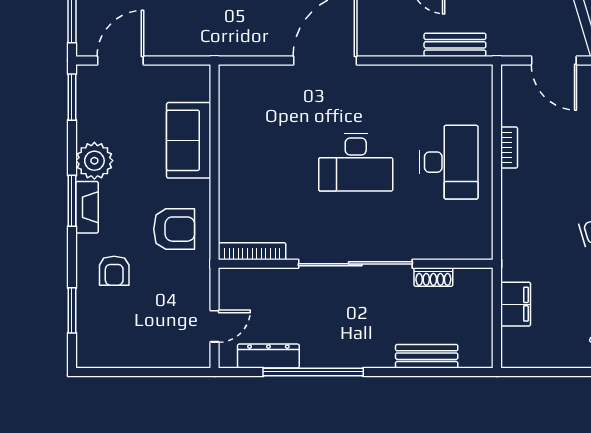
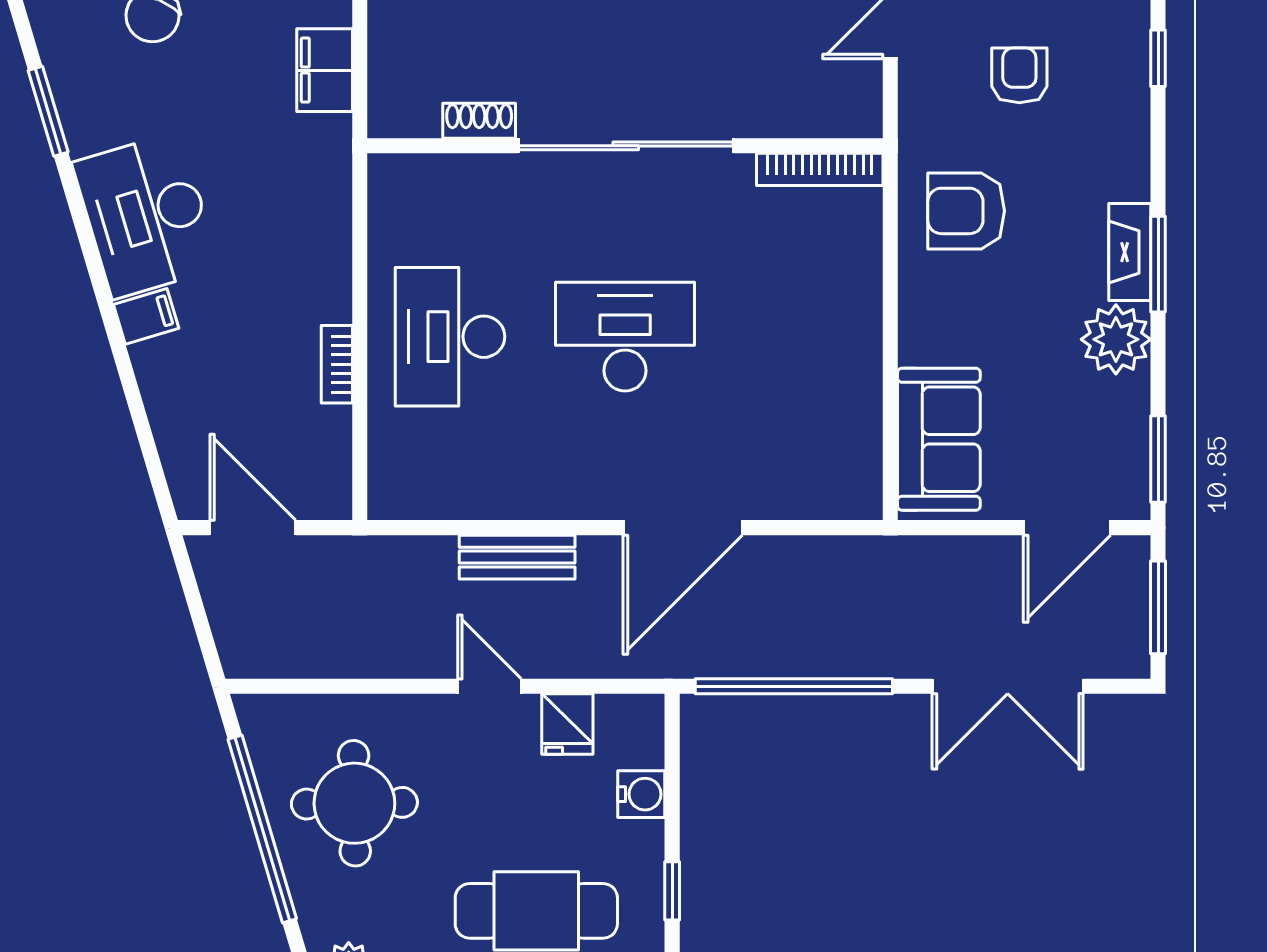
bench: (455, 45) -> (517, 557), moved
sofa: (189, 140) -> (939, 439), moved
armchair: (114, 271) -> (1019, 75), moved
window: (72, 310) -> (1158, 58), width x0.67

